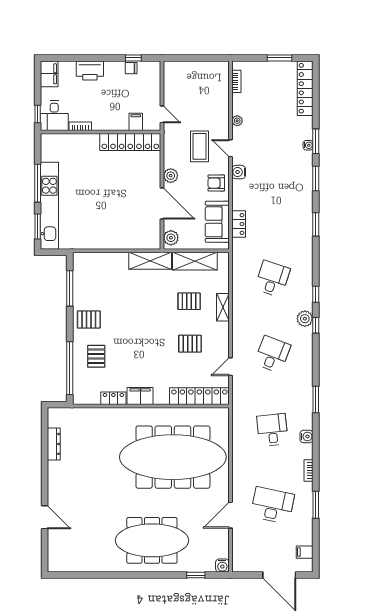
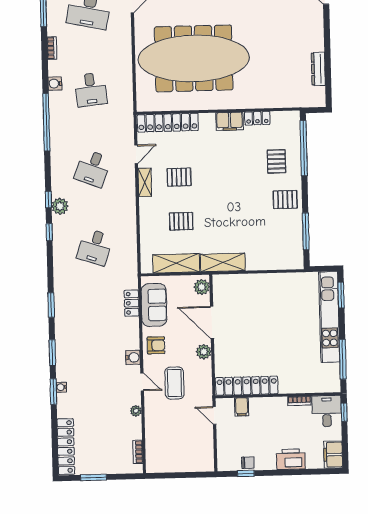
window: (38, 183) -> (343, 359), moved
shelving: (223, 307) -> (145, 182), moved
window: (316, 400) -> (46, 122), width x2.11

